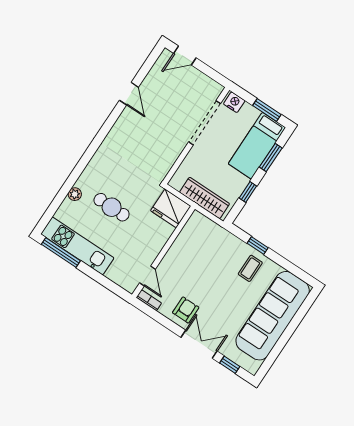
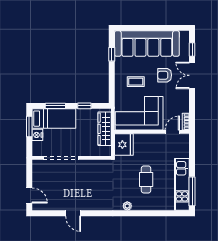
door: (129, 94) -> (73, 213), swing flipped
nightstand: (234, 102) -> (37, 135), moved
plant: (75, 194) -> (127, 206), moved
window: (258, 246) -> (112, 54), moved
corner sofa: (196, 251) -> (139, 113), added
coffee table: (250, 268) -> (136, 82), moved
armchair: (186, 310) -> (165, 75), moved

